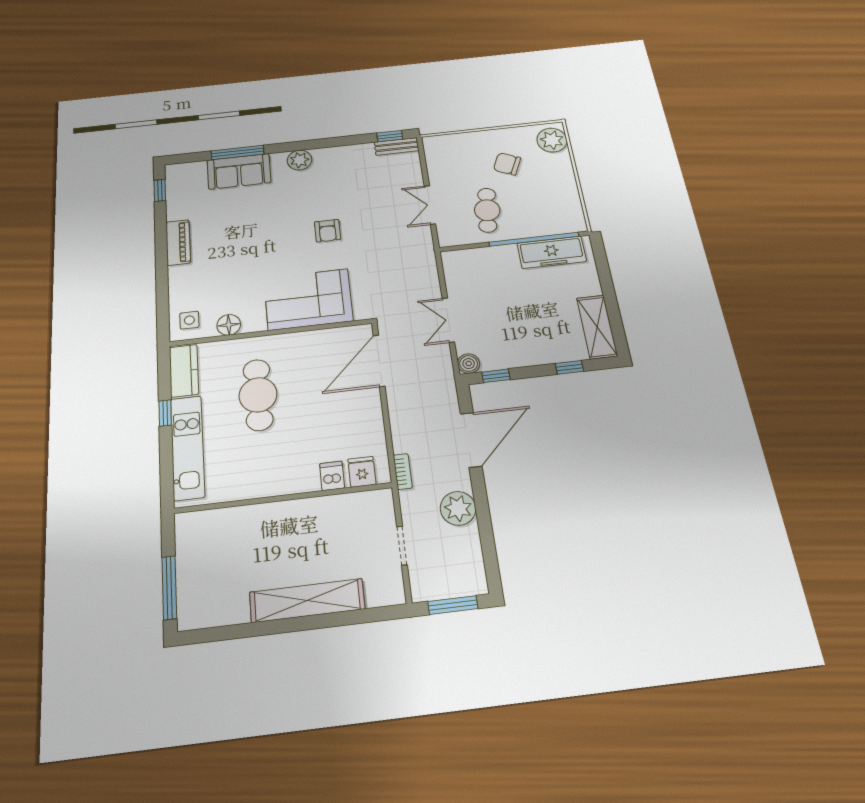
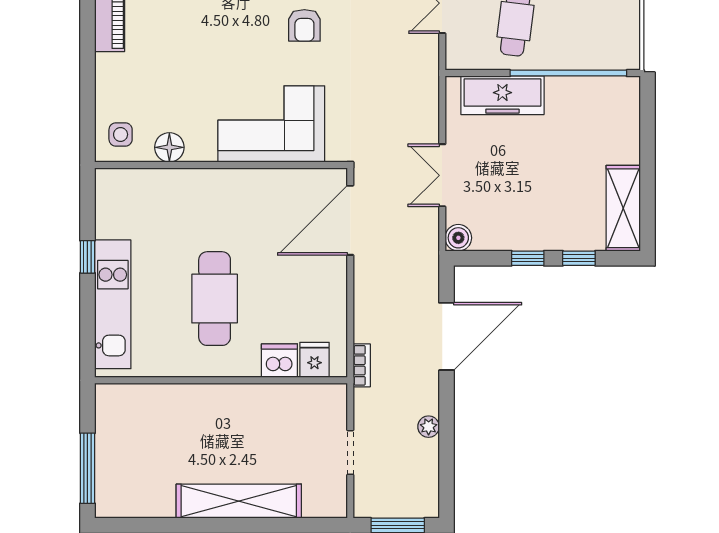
freezer: (552, 252) -> (502, 95), moved
kitchen counter: (184, 371) -> (112, 204), removed
window: (496, 376) -> (528, 258), moved
cafe table: (258, 395) -> (215, 299), moved
dishwasher: (332, 476) -> (279, 361), width x1.38
plant: (458, 508) -> (429, 427), width x0.53, depth x0.53

